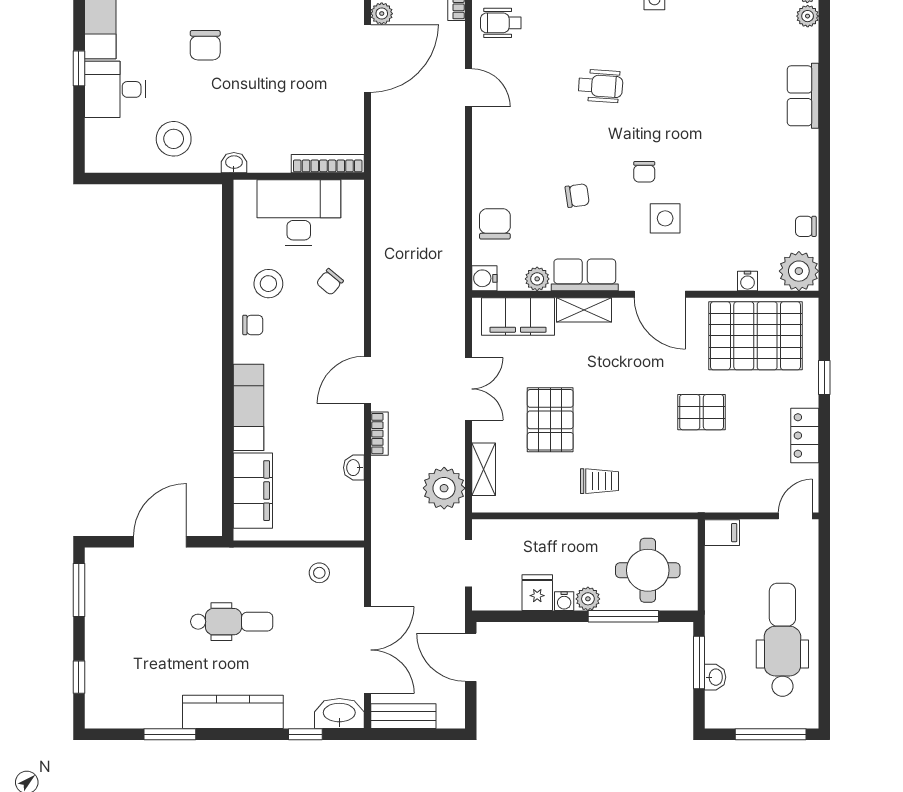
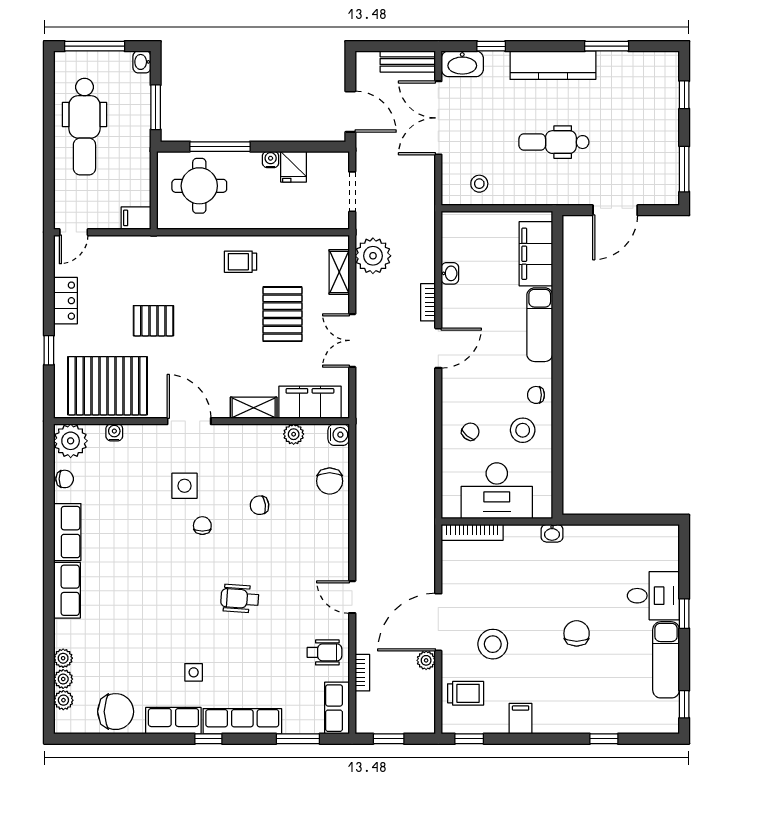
stool: (174, 139) -> (493, 644), moved
row of seats: (585, 275) -> (67, 532), moved, turned -90
plant: (588, 599) -> (250, 161), removed
washbasin: (715, 677) -> (142, 62), moved

